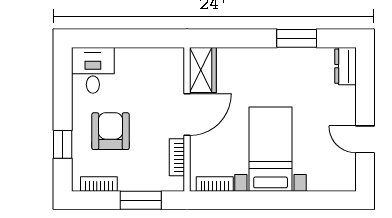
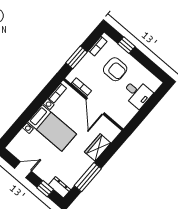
window: (297, 38) -> (88, 177), width x1.44
desk: (93, 70) -> (137, 94), moved
wardrobe: (203, 70) -> (98, 148), moved, turned 90
window: (365, 85) -> (45, 189), added

